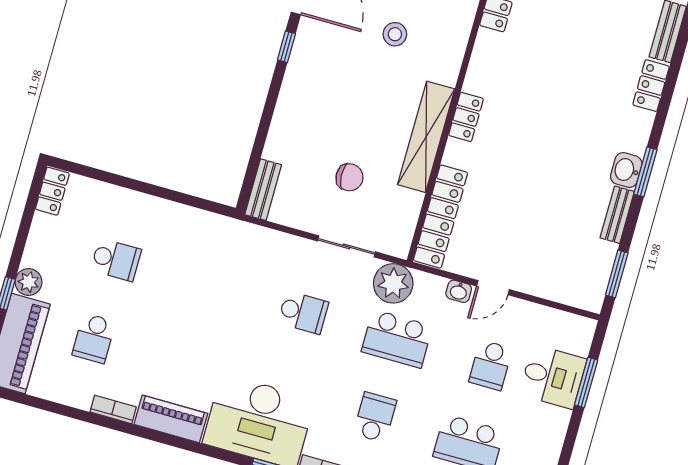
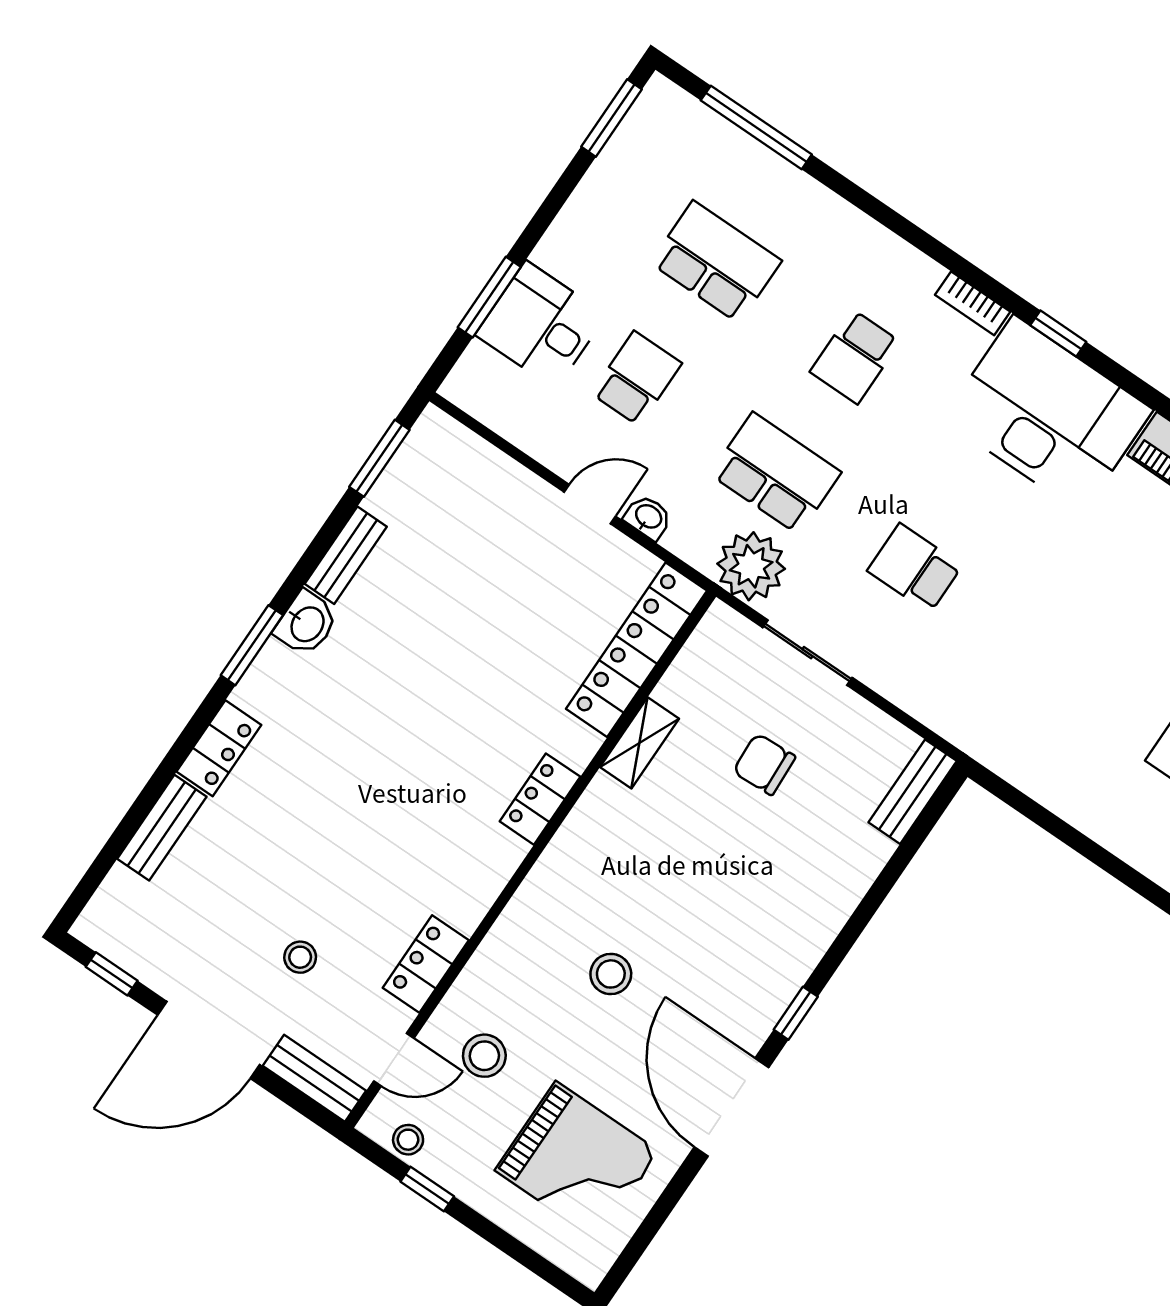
shelving: (426, 137) -> (640, 743), width x0.45, depth x0.75
window: (645, 172) -> (252, 645), moved

